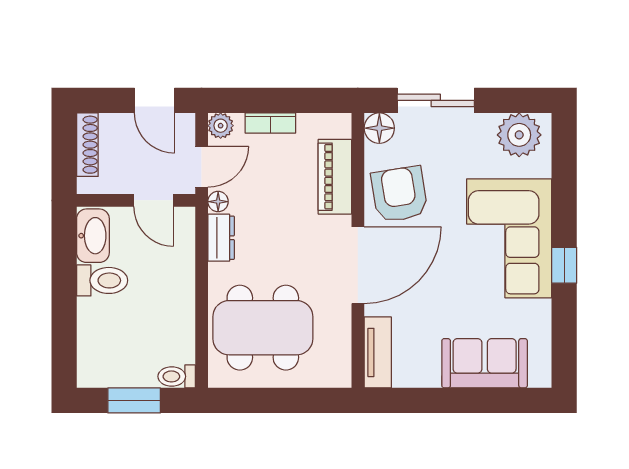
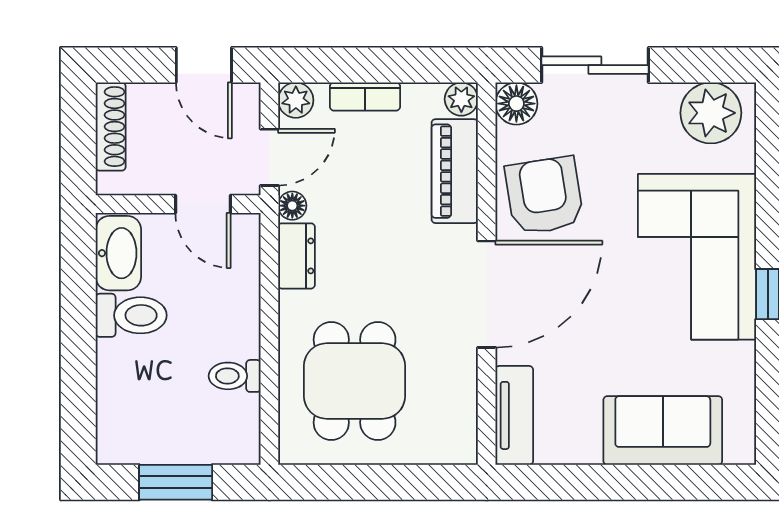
plant: (340, 125) -> (461, 99), added
dining table: (263, 328) -> (355, 381), width x0.73
toilet: (177, 376) -> (235, 376), moved

